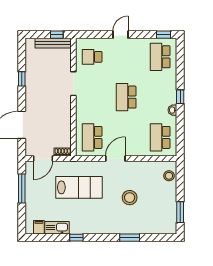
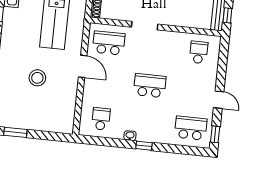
door: (120, 35) -> (219, 100), moved
doorway: (73, 84) -> (145, 26), moved
school desk: (160, 137) -> (101, 119), width x0.54
stool: (169, 176) -> (57, 124), removed

